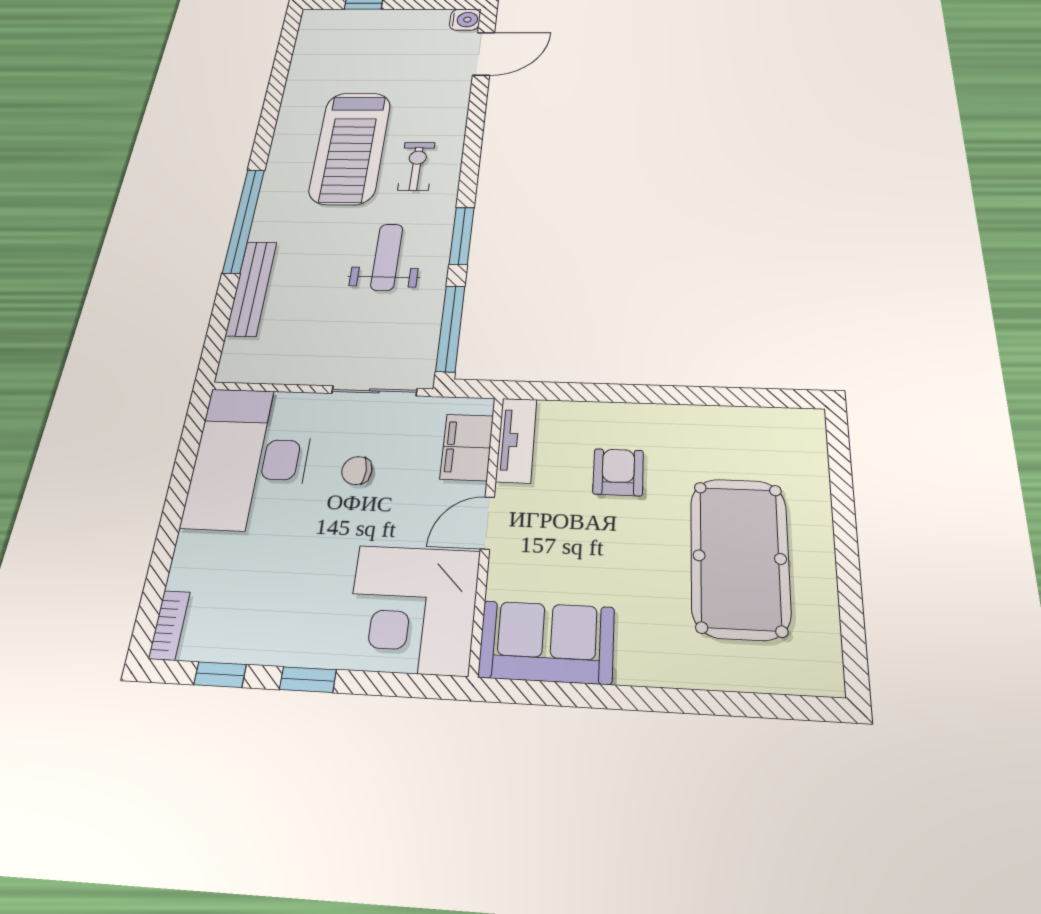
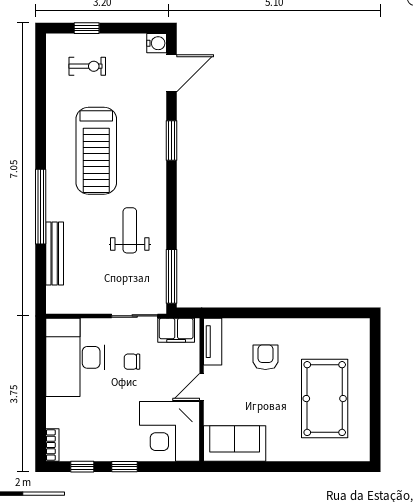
exercise bike: (416, 166) -> (87, 66), moved, turned 90
window: (462, 236) -> (172, 140), moved
filing cabinet: (467, 447) -> (176, 330), moved, turned -90

